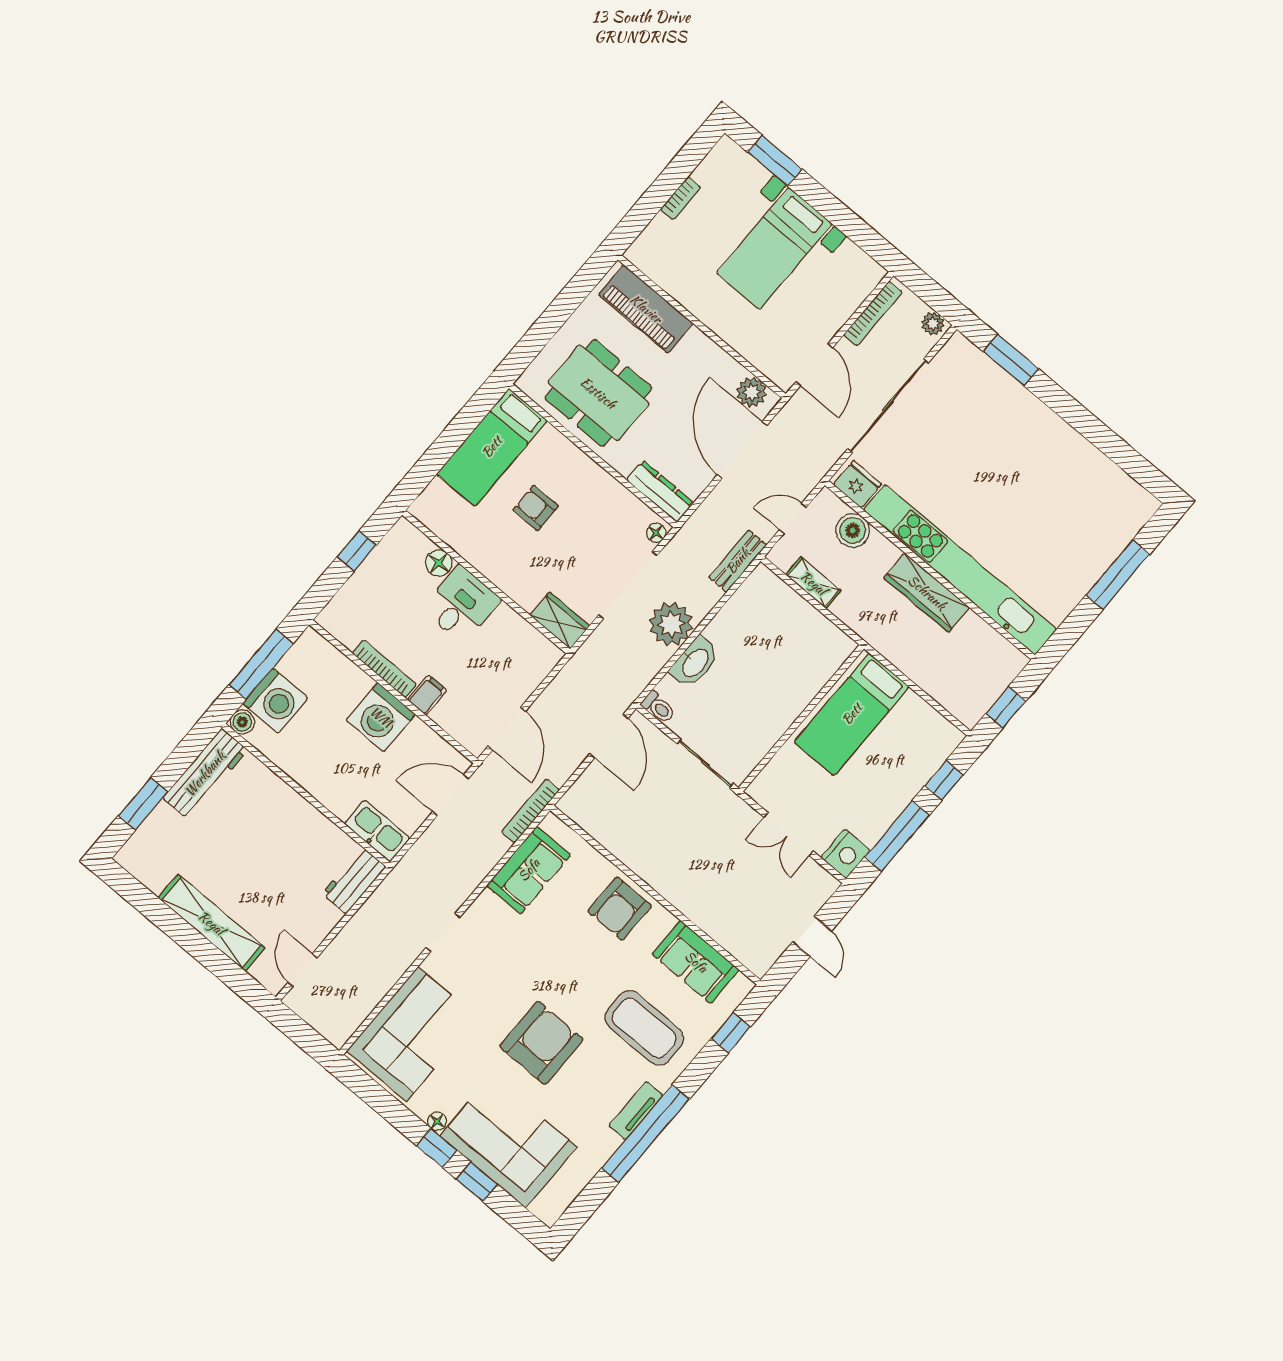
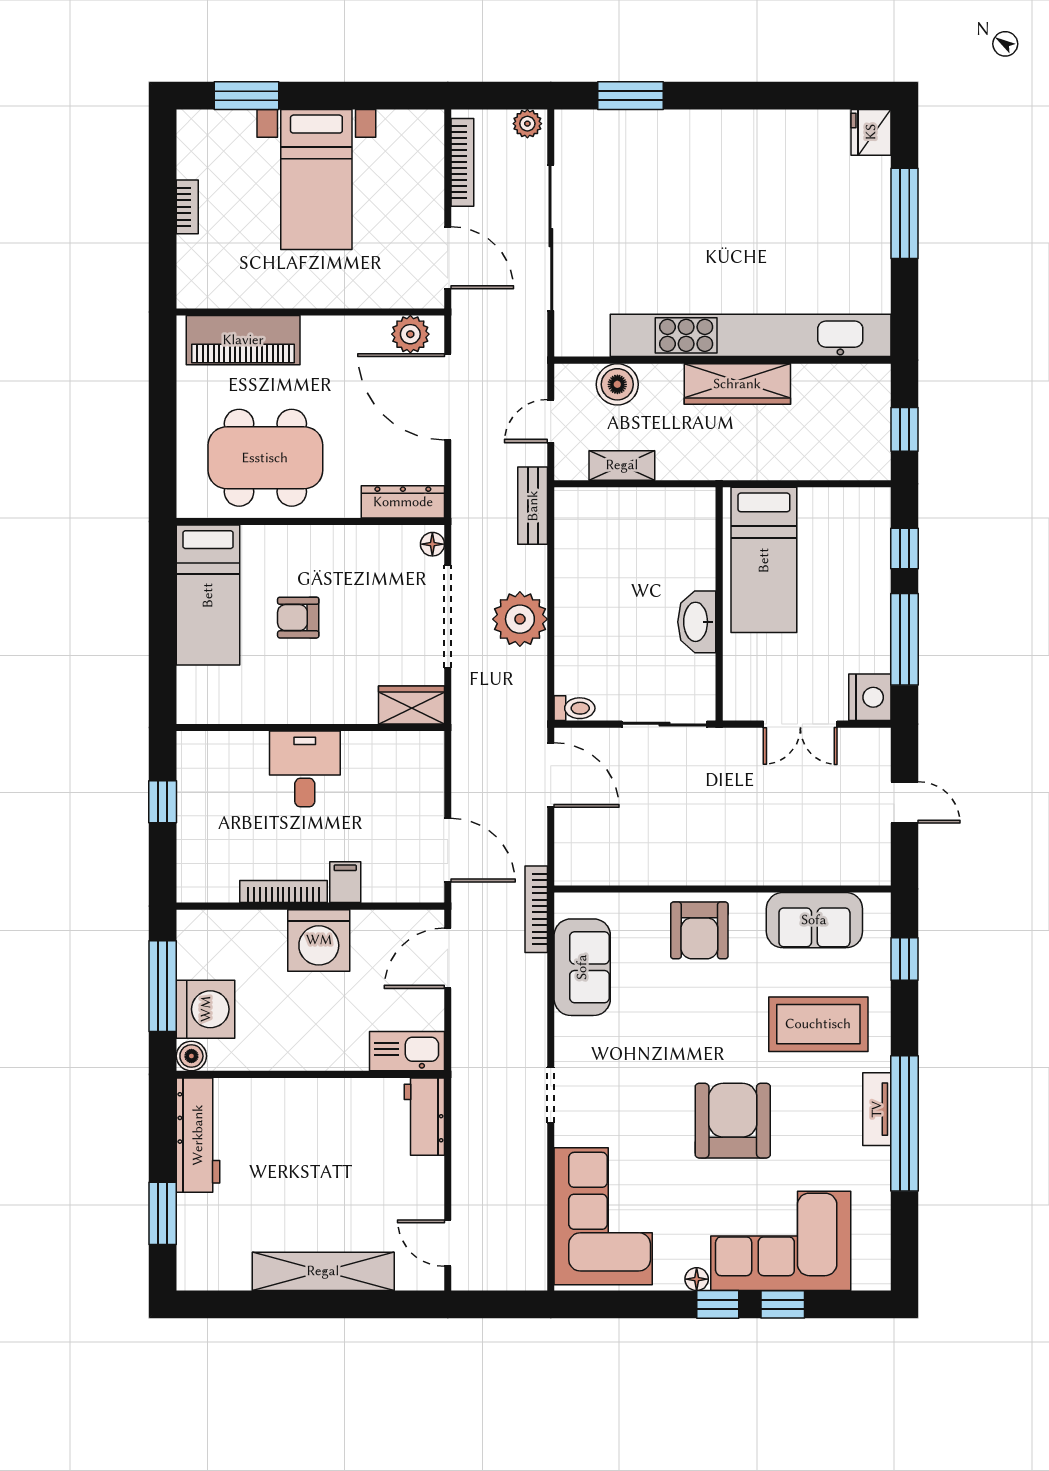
fridge: (857, 484) -> (871, 132), moved, turned -90
floor lamp: (439, 563) -> (250, 747), removed
washbasin: (695, 662) -> (697, 622), moved, turned 180

